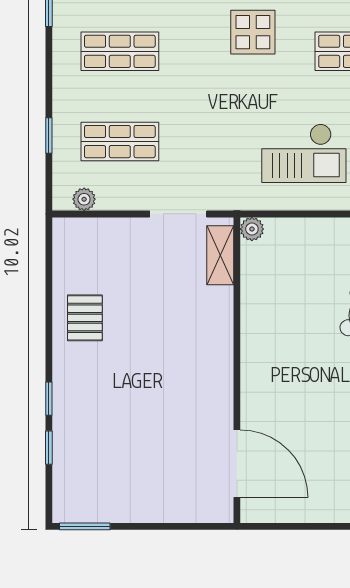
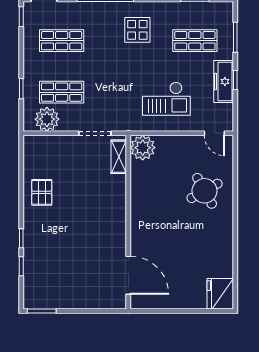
plant: (84, 199) -> (47, 119), width x1.88, depth x1.88
plant: (252, 229) -> (143, 148), width x1.88, depth x1.88

